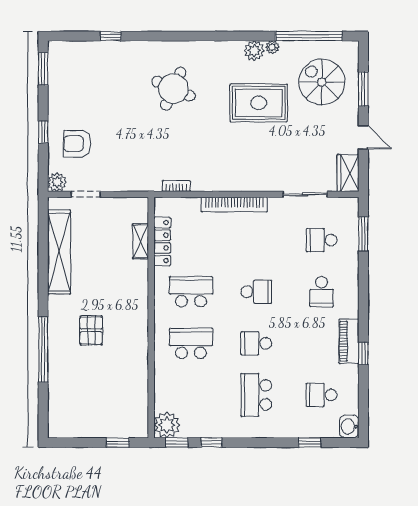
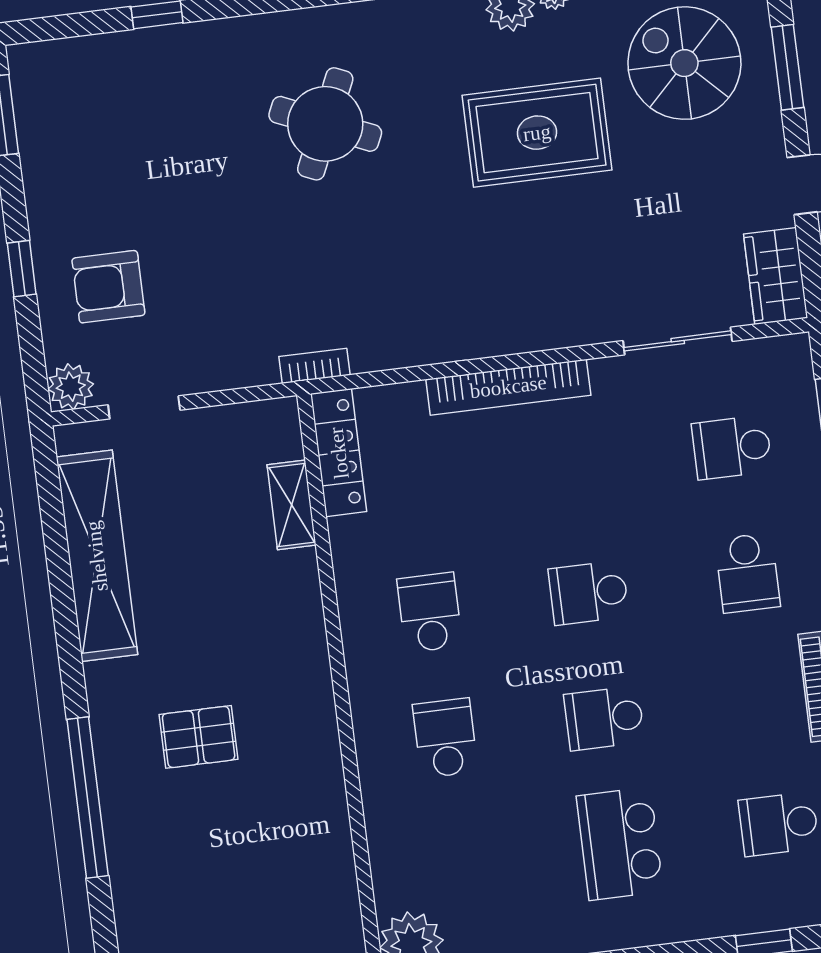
bookcase: (176, 186) -> (314, 366), moved
locker: (162, 242) -> (339, 453), moved
school desk: (191, 292) -> (430, 612), width x0.54
school desk: (256, 292) -> (589, 593), turned 180
pallet: (91, 330) -> (199, 737), turned 90
school desk: (191, 343) -> (445, 738), width x0.54

